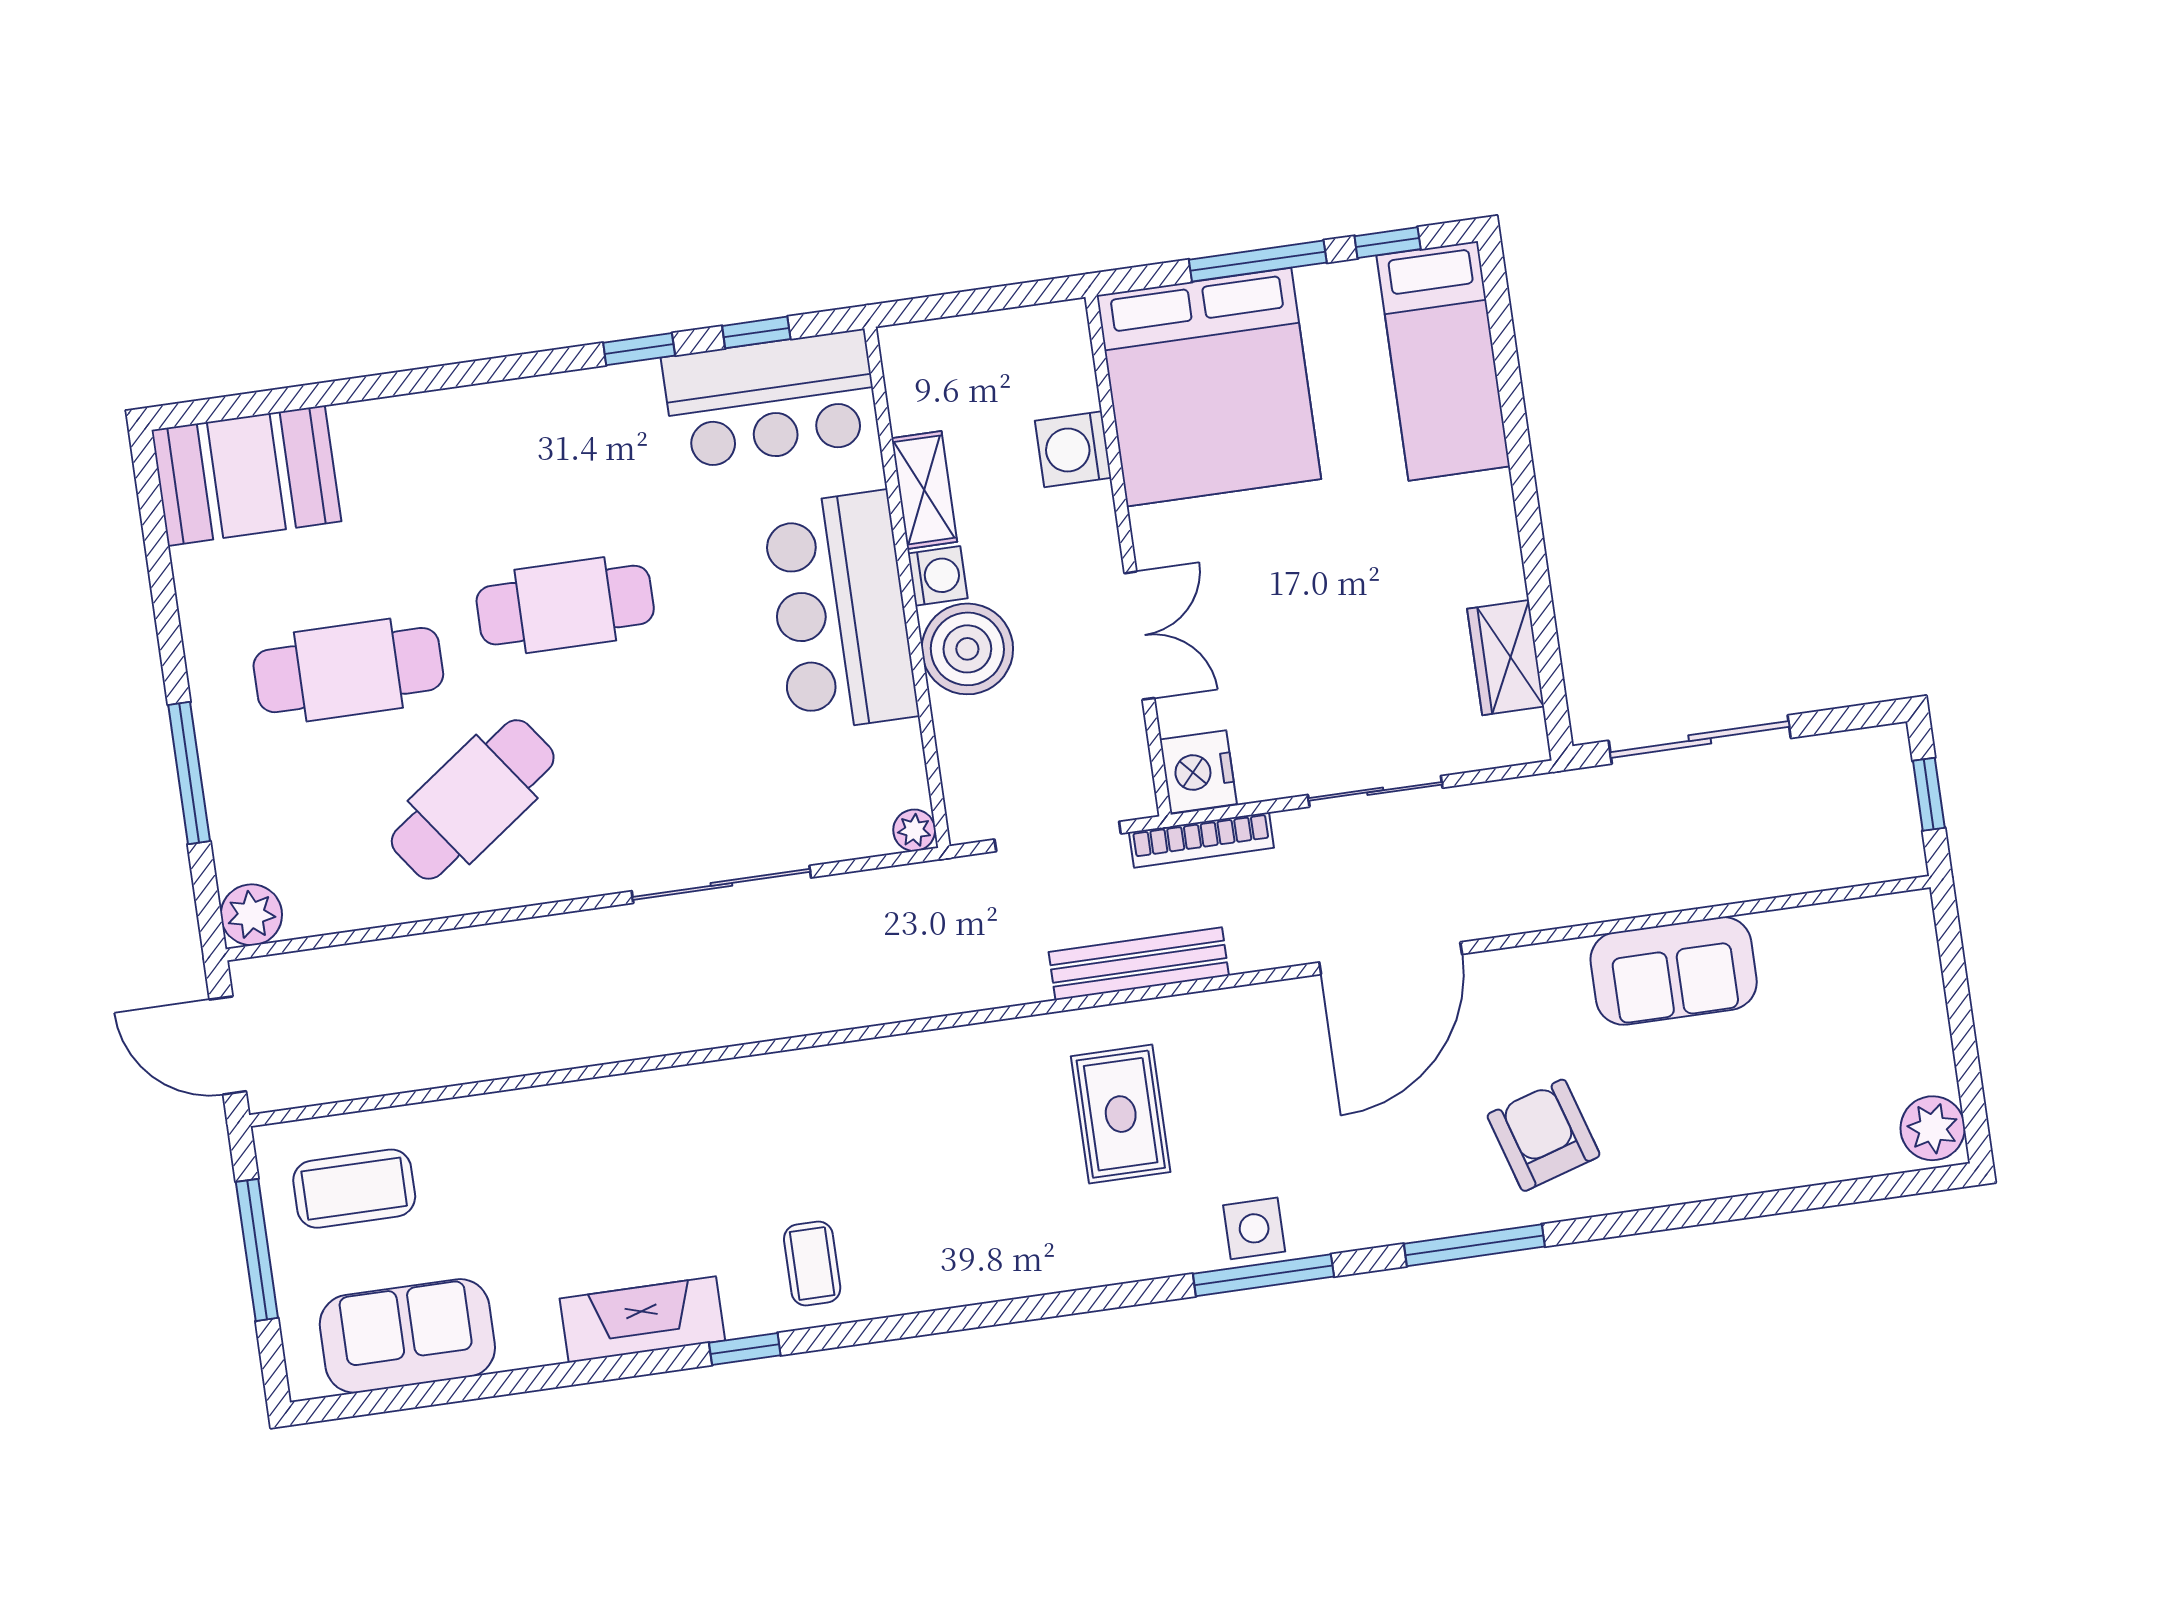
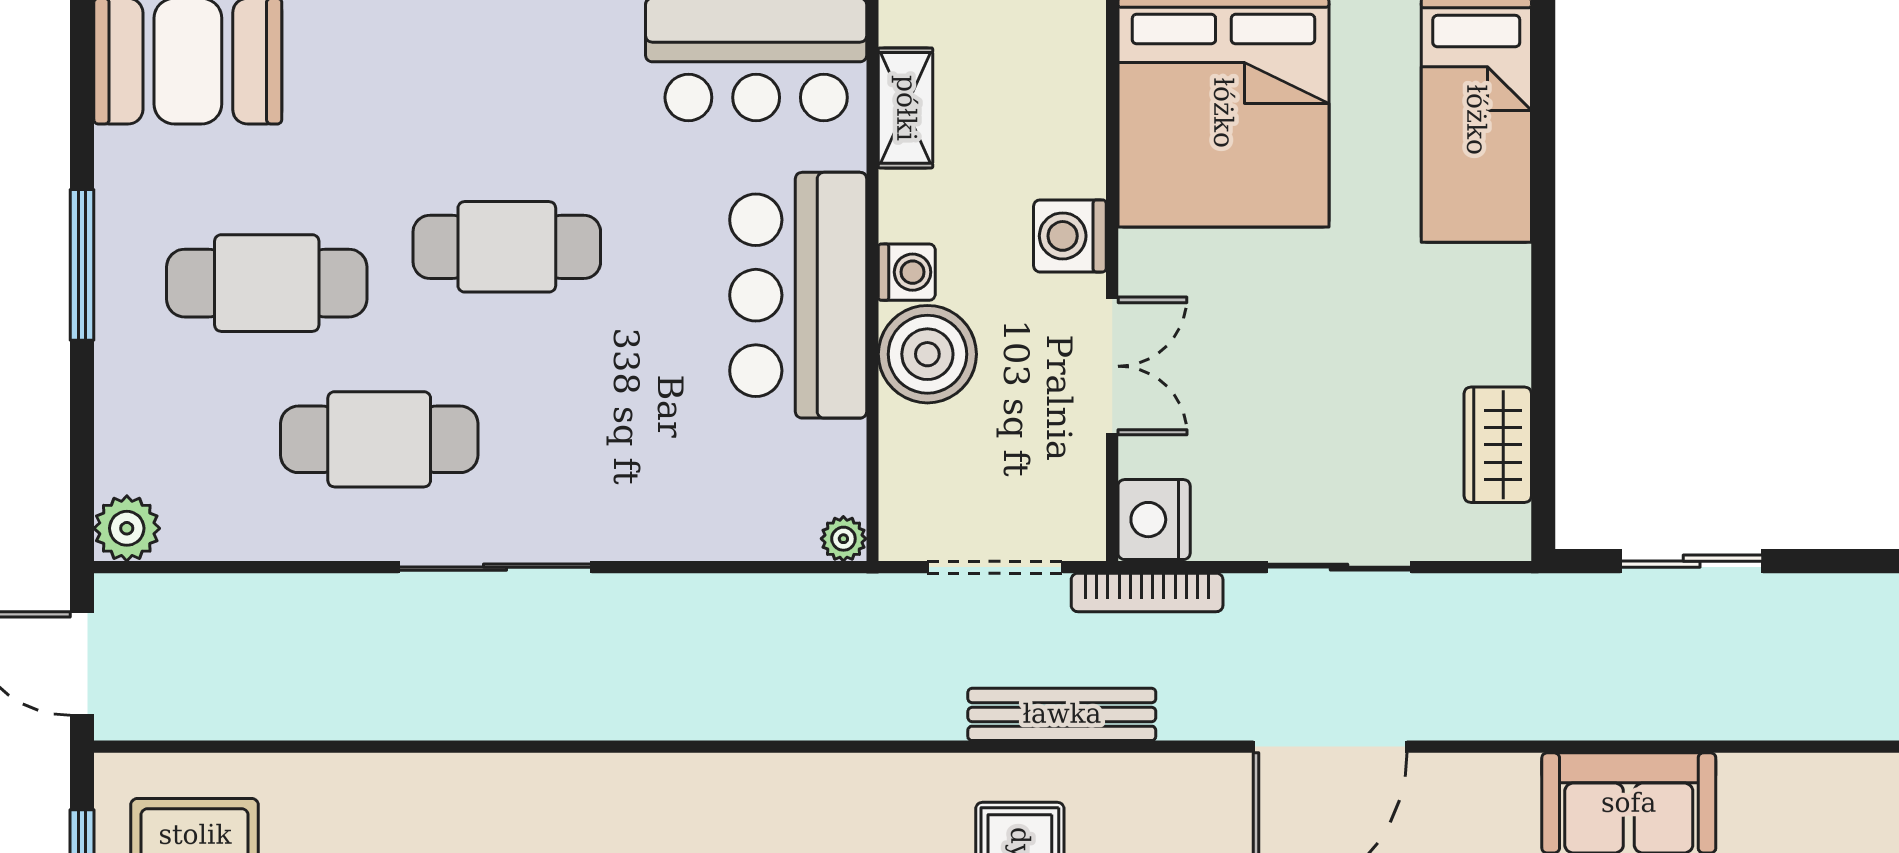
washing machine: (1073, 449) -> (1070, 236), moved
shelving: (924, 490) -> (906, 108), moved
sliding door: (1700, 739) -> (1692, 561), width x0.73
window: (189, 773) -> (82, 265), moved
cafe table: (473, 799) -> (379, 439), turned 36
sliding door: (721, 884) -> (495, 567), moved

